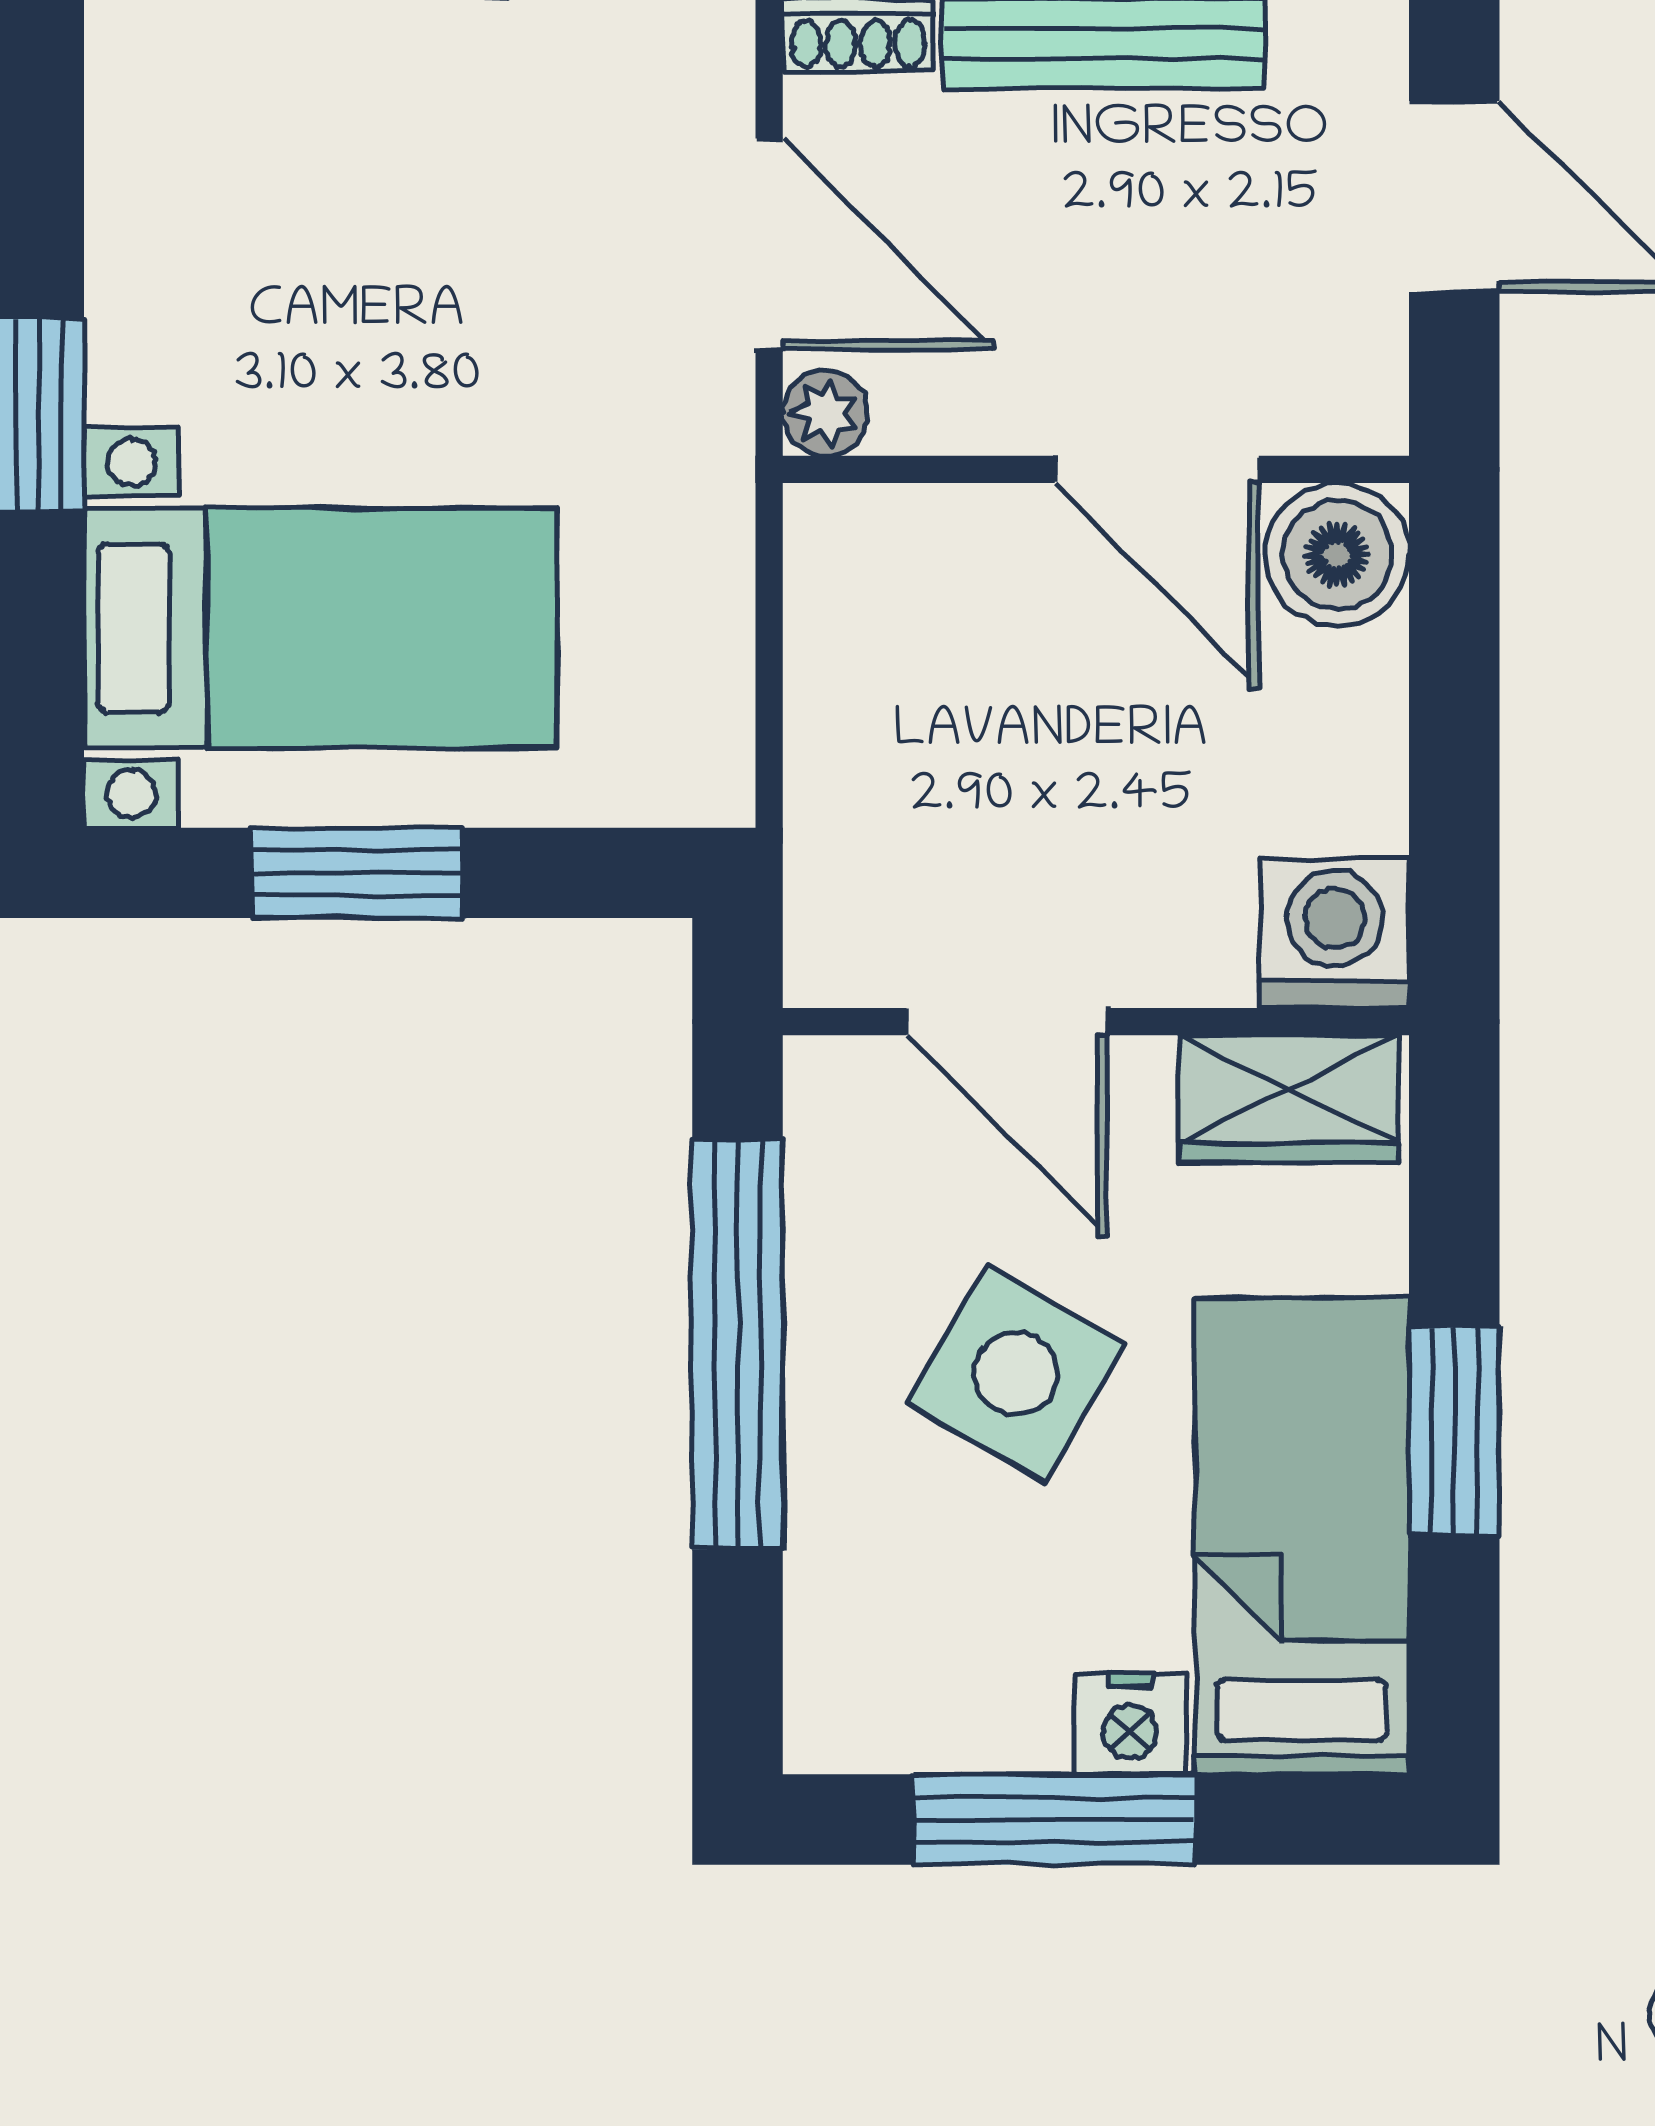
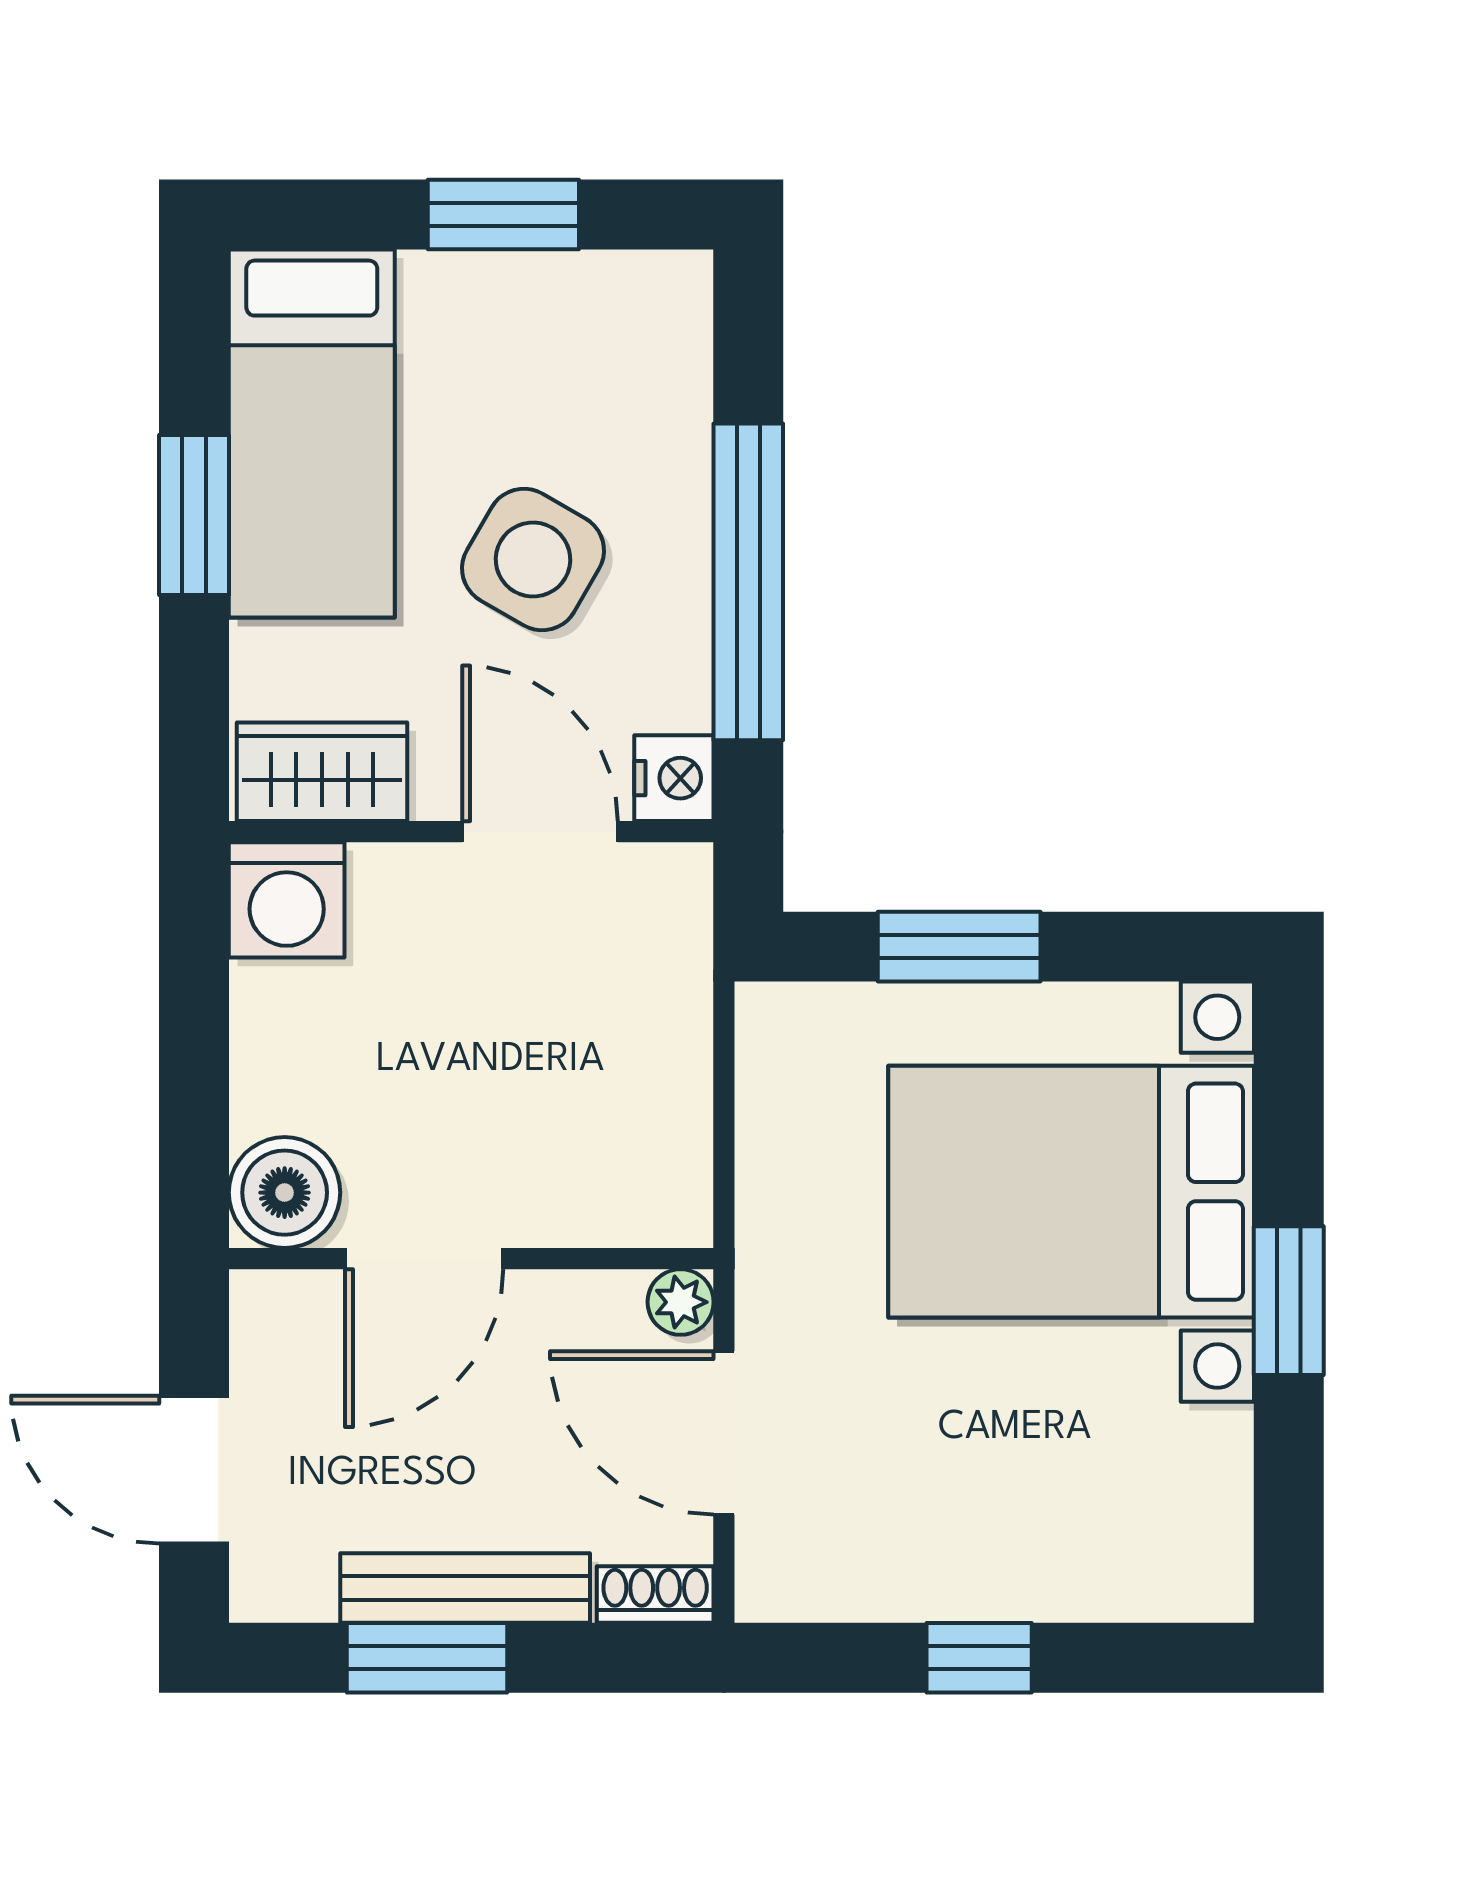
door: (1157, 469) -> (424, 1259), swing flipped
bed with nightstands: (320, 628) -> (1071, 1192), width x1.36
window: (357, 873) -> (959, 947), moved
nightstand: (1130, 1723) -> (674, 778), moved, turned 90
window: (1054, 1819) -> (503, 215), width x0.69

